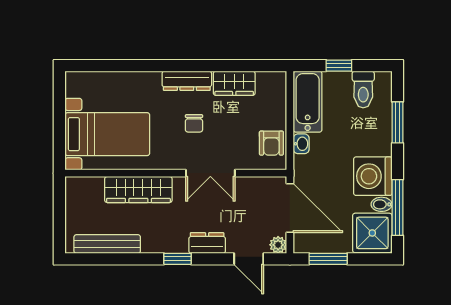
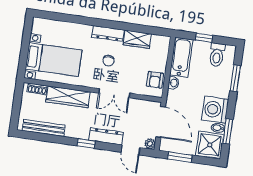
shoe rack: (88, 184) -> (37, 89), added
window: (397, 207) -> (228, 131), width x0.69
dresser: (207, 243) -> (106, 136), width x1.44

